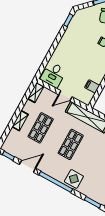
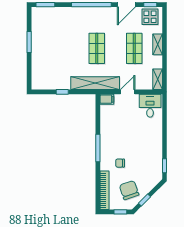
filing cabinet: (92, 86) -> (107, 99), moved
display table: (74, 179) -> (150, 17), moved

